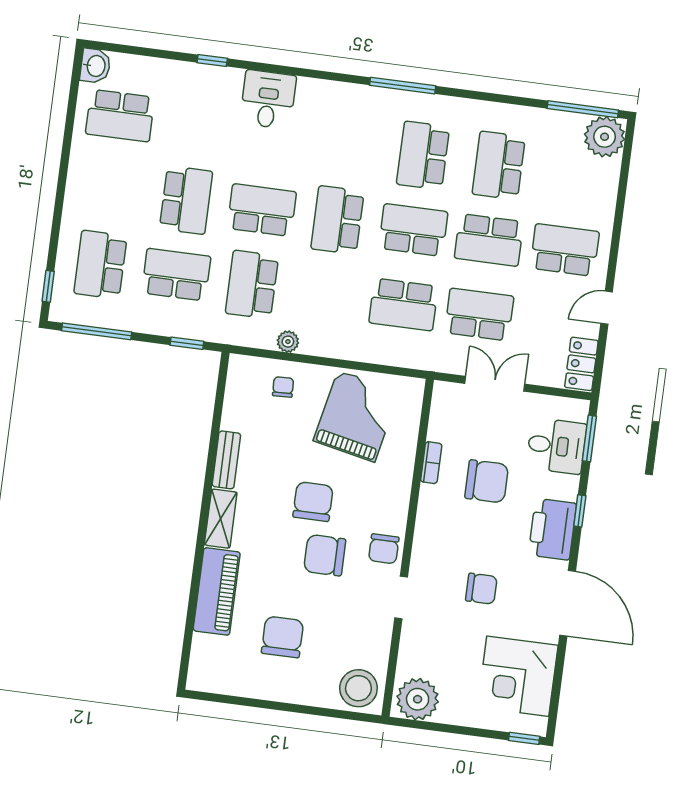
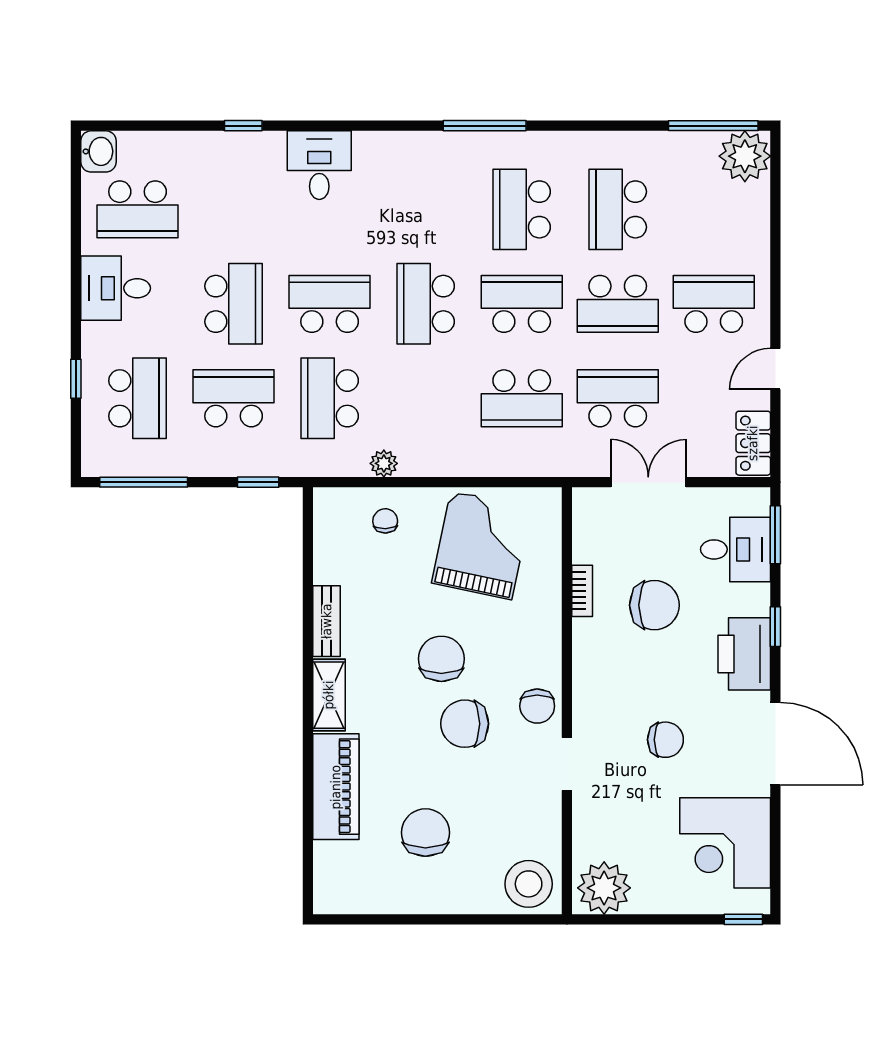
desk: (95, 176) -> (116, 288), added
school desk: (100, 265) -> (138, 398), turned 180
window: (48, 286) -> (76, 379), moved

